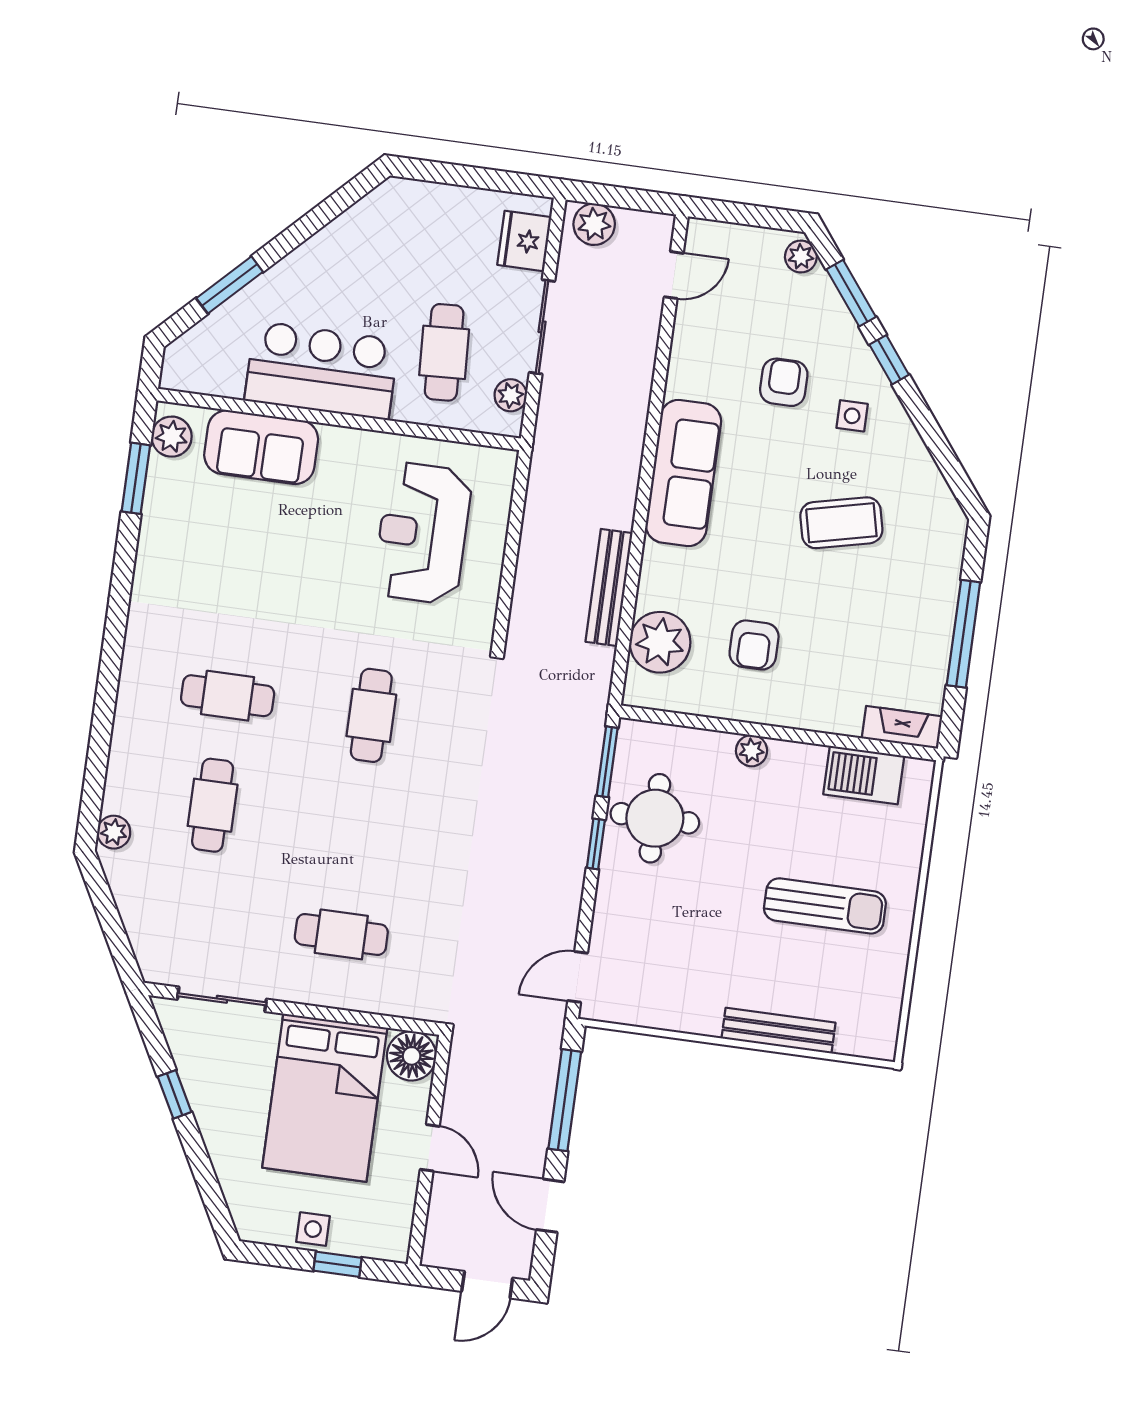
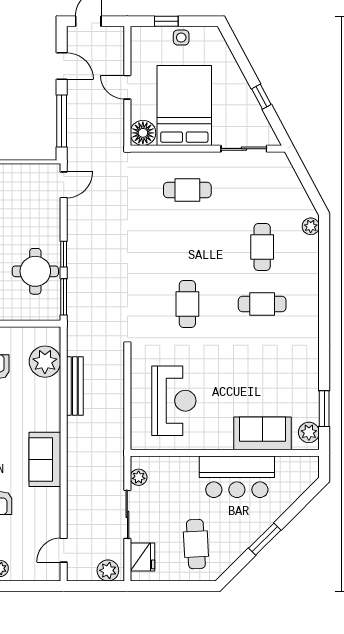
window: (230, 285) -> (265, 539), moved
cafe table: (444, 352) -> (196, 544), moved
sofa: (683, 473) -> (45, 459), width x0.73

